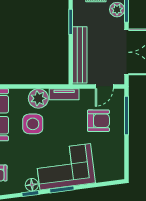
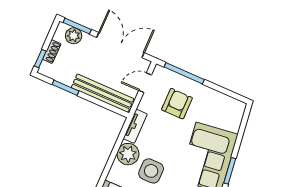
door: (104, 86) -> (145, 83), swing flipped

